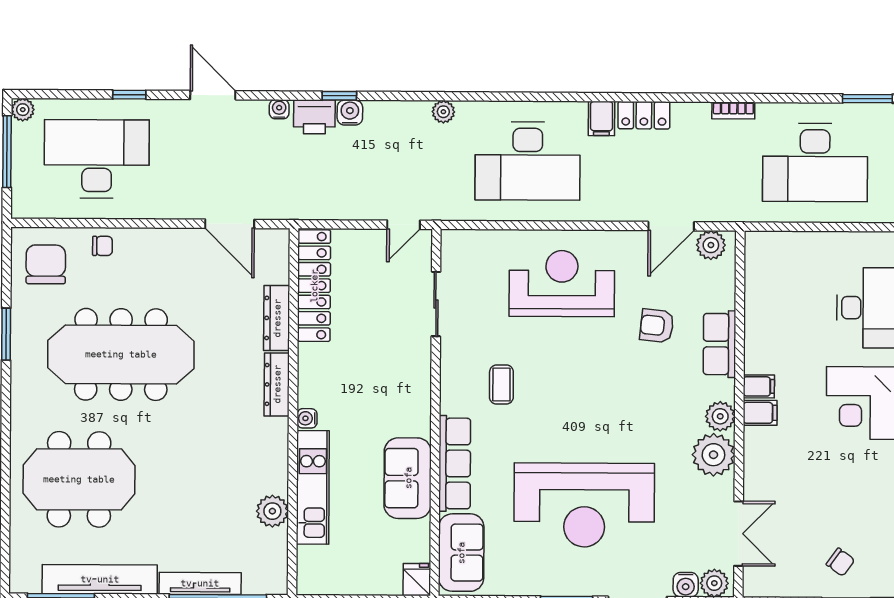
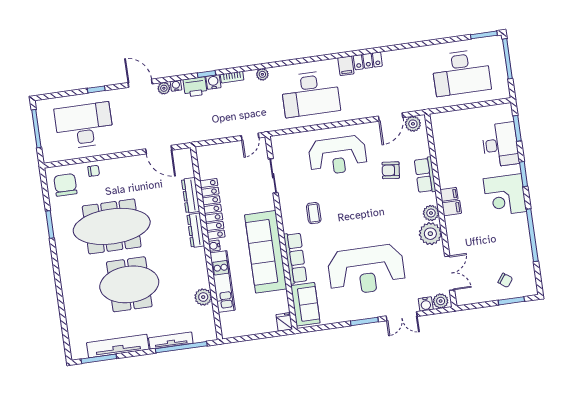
plant: (23, 110) -> (164, 88), moved
bookcase: (733, 110) -> (232, 77), moved
reception desk: (562, 284) -> (338, 155), turned 180
locker: (314, 286) -> (212, 209), moved
sofa: (408, 478) -> (266, 252), width x1.85, depth x1.27
meeting table: (79, 479) -> (129, 284), moved

